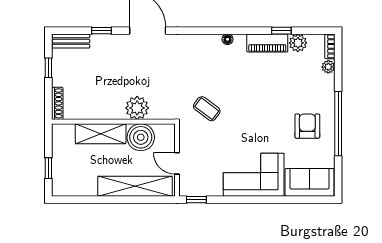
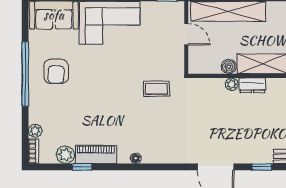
plant: (137, 108) -> (232, 84), width x0.53, depth x0.53
coffee table: (207, 109) -> (157, 89), turned -37
dresser: (111, 112) -> (252, 85), added
boiler: (141, 137) -> (229, 67), width x0.54, depth x0.54

